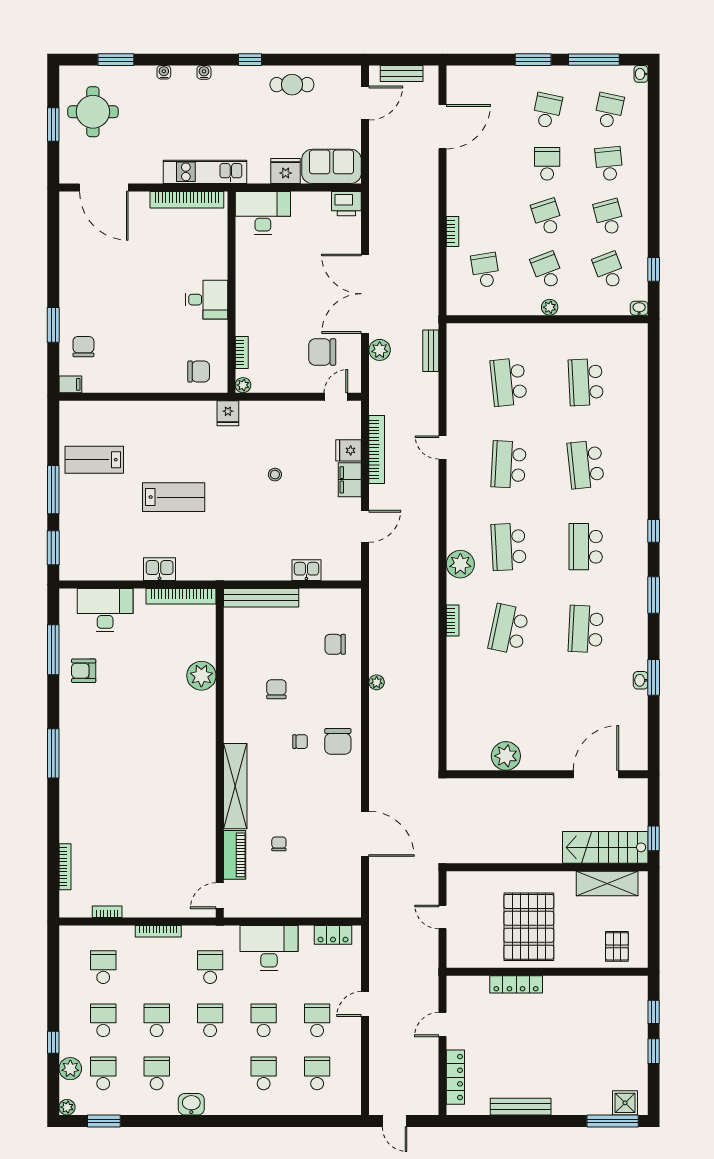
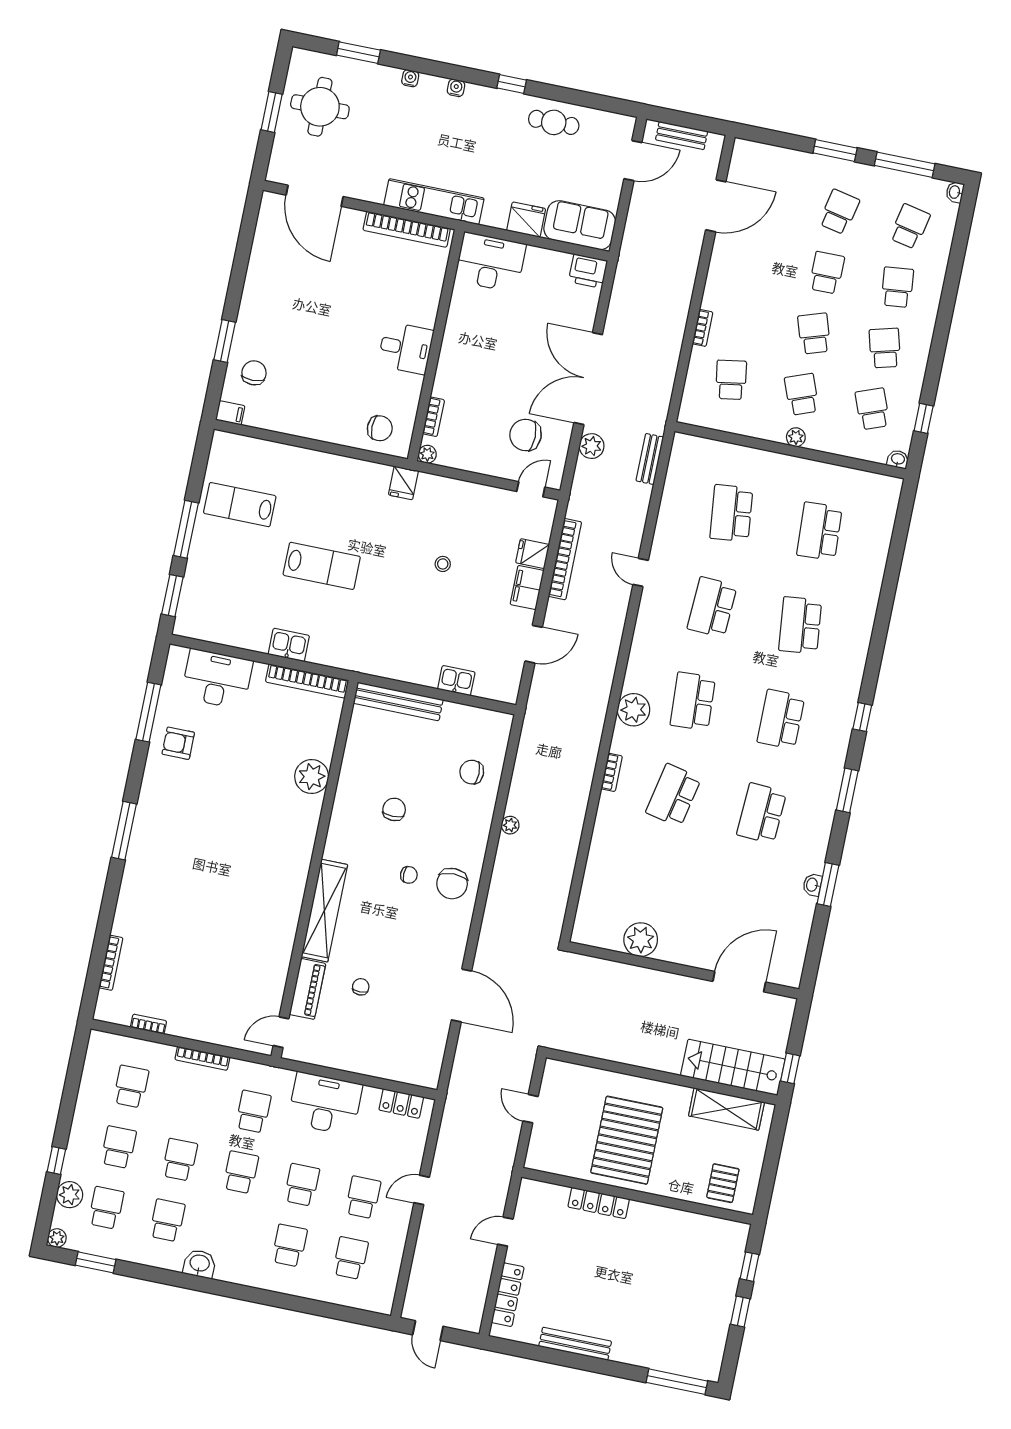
shower: (625, 1103) -> (695, 1364), removed

